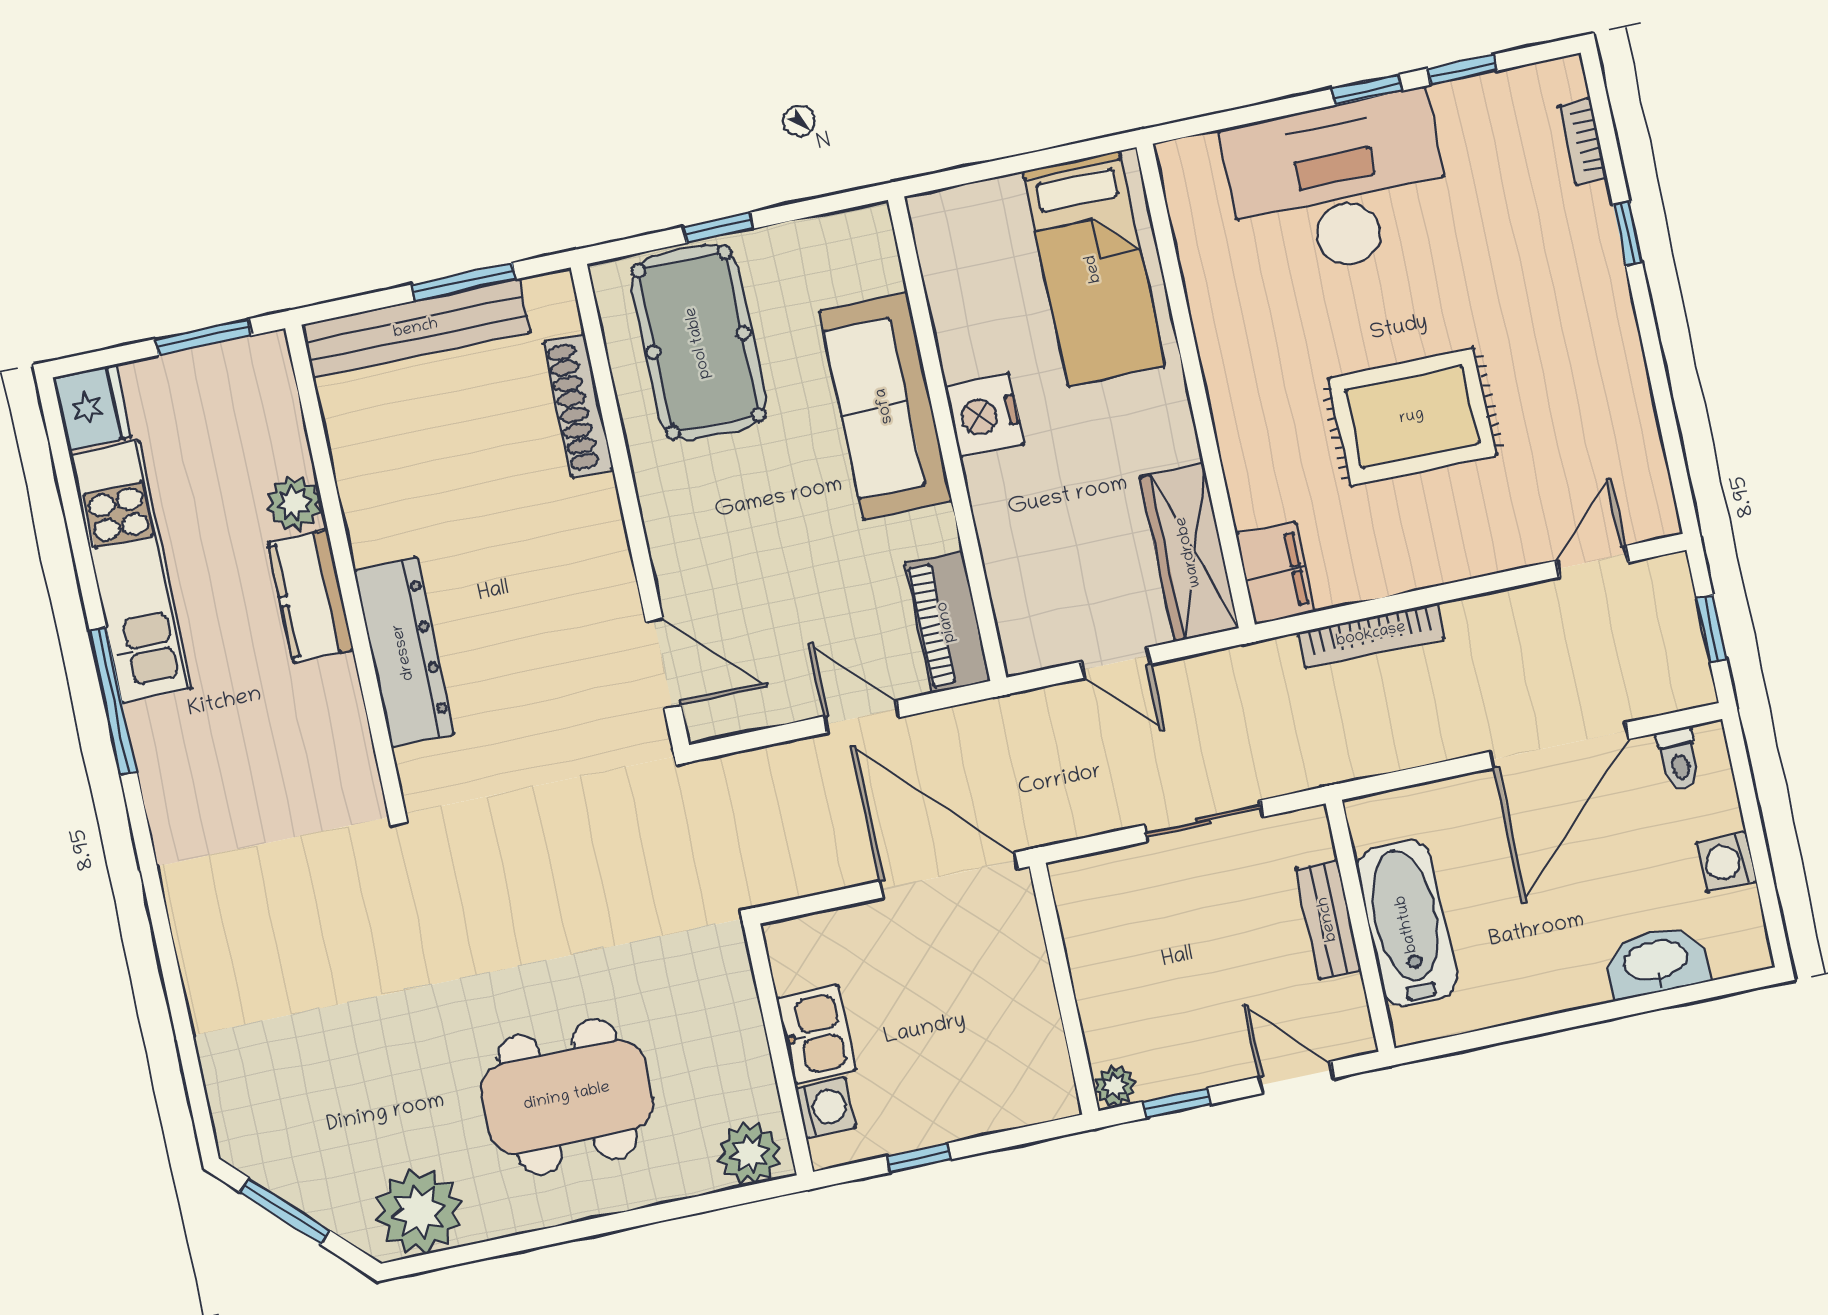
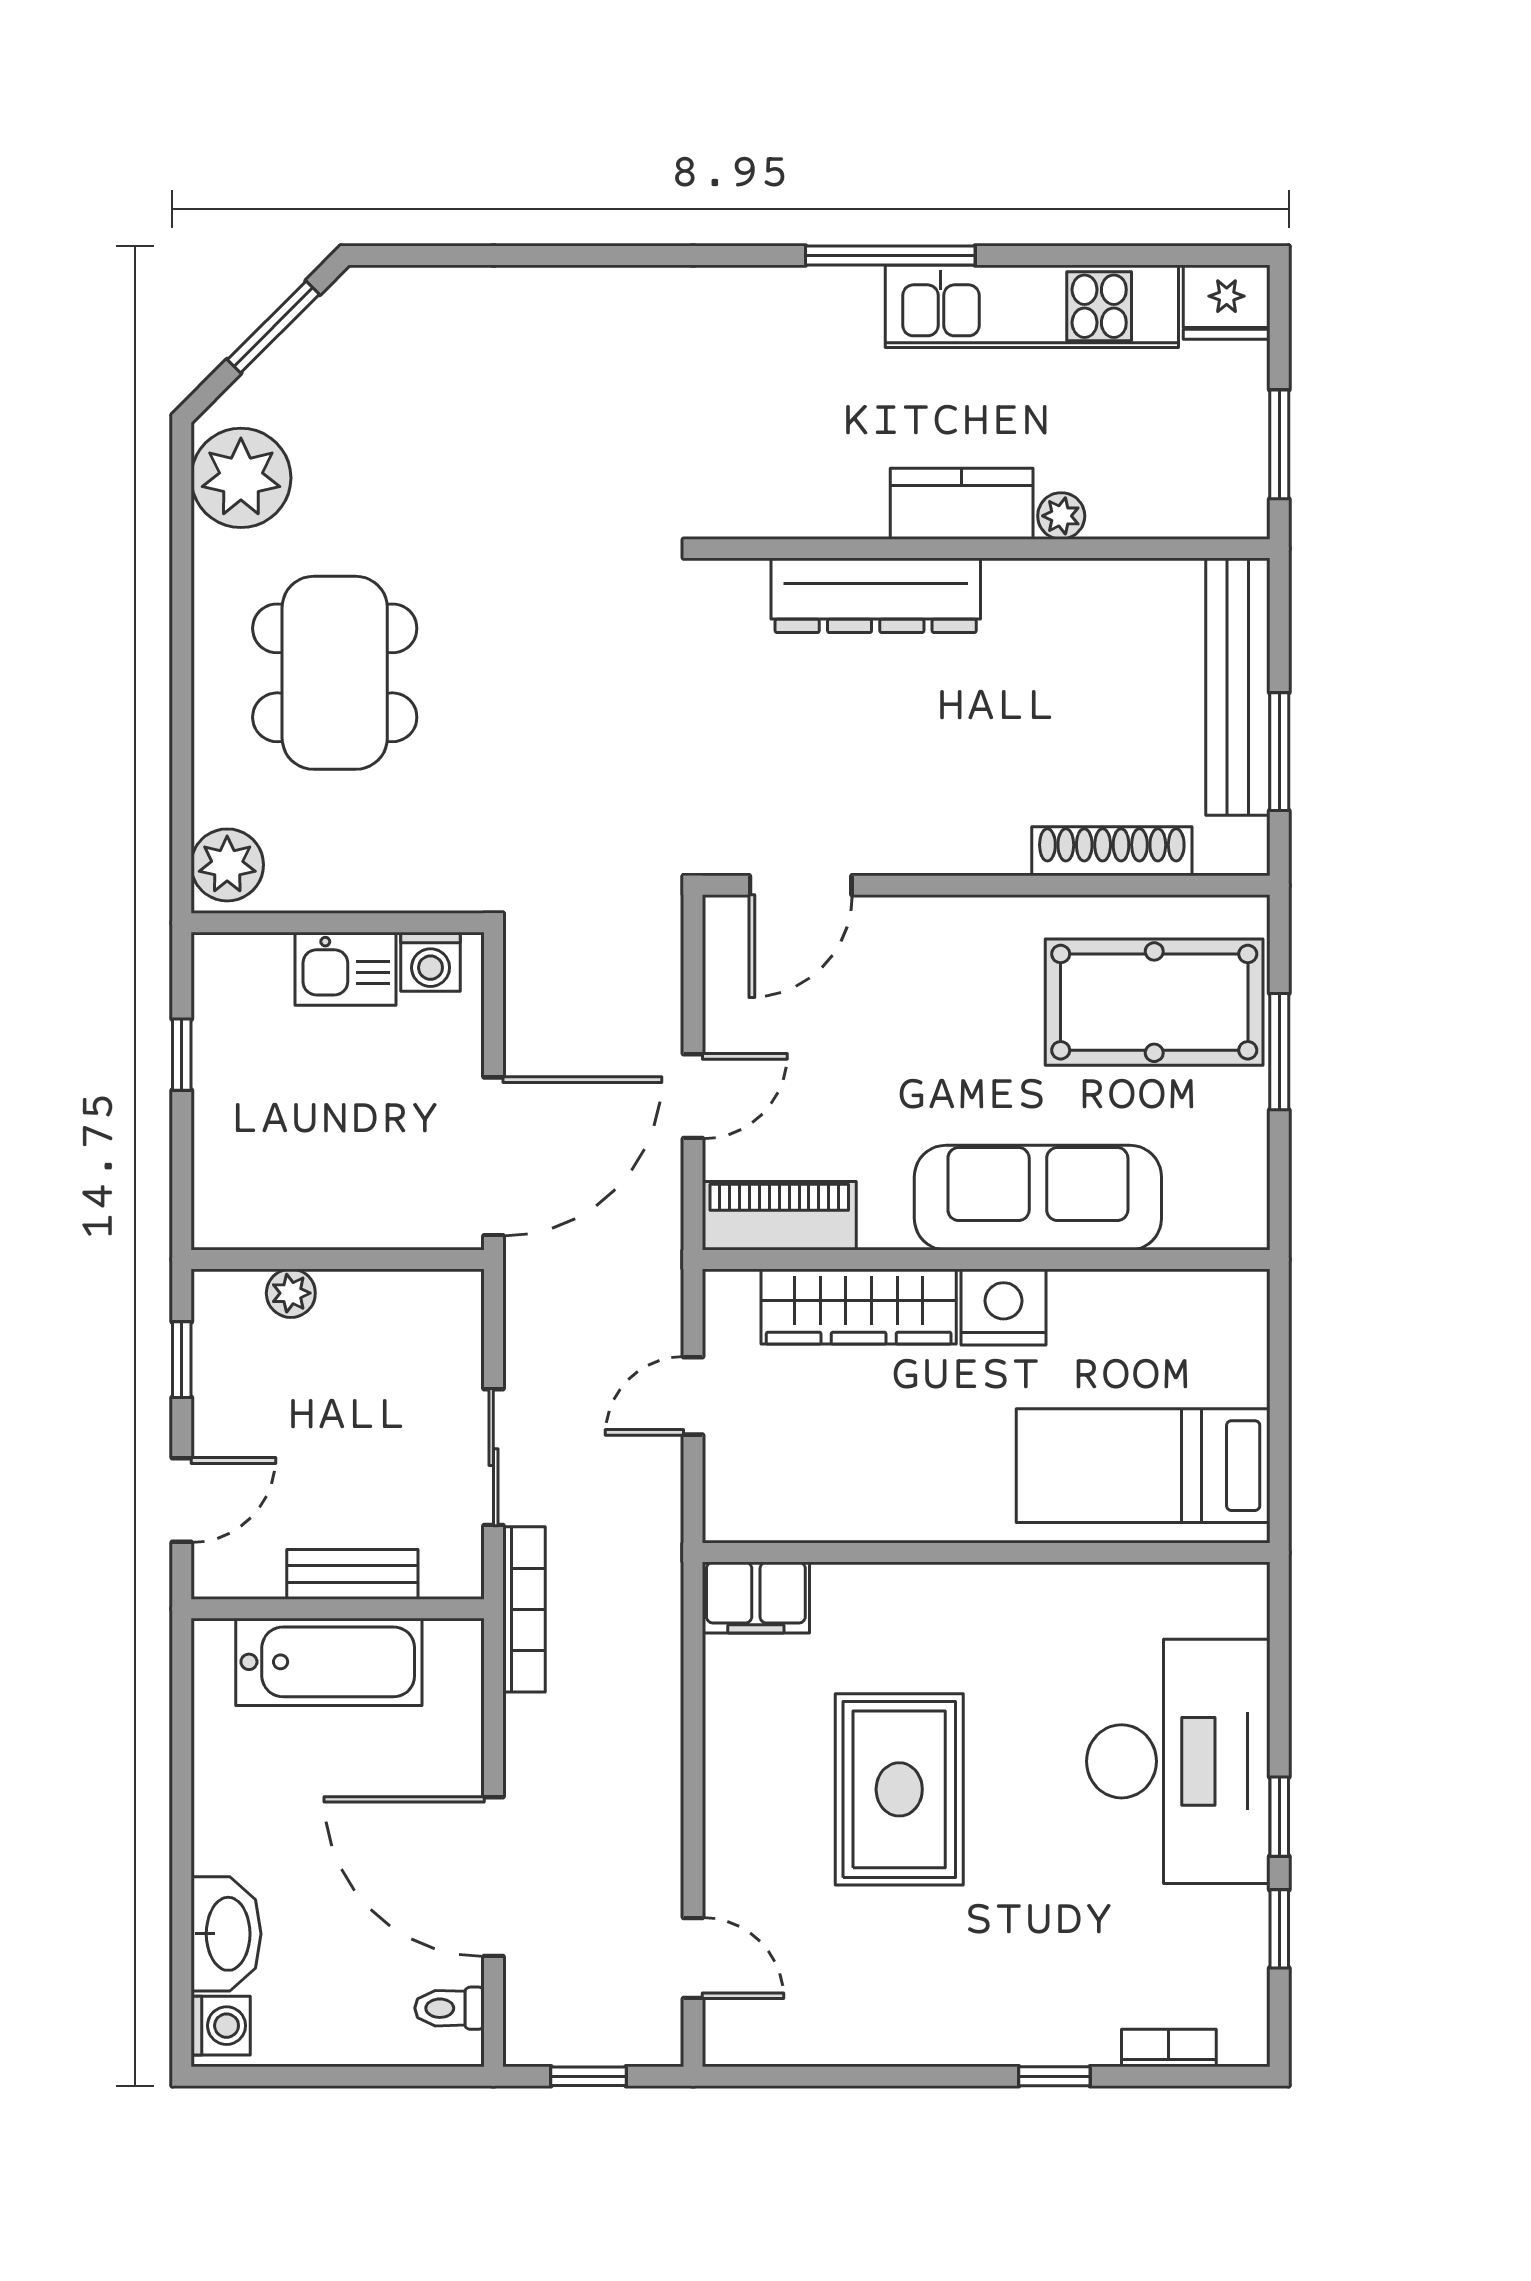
window: (718, 228) -> (1279, 1052), width x1.50
plant: (294, 503) -> (1061, 516), width x0.73, depth x0.73
wardrobe: (1189, 552) -> (859, 1307), moved, turned 180
bookcase: (1371, 635) -> (524, 1609), moved, turned 180
washing machine: (1727, 862) -> (221, 2026), moved, turned 90
plant: (1115, 1086) -> (291, 1293), moved
washing machine: (825, 1108) -> (431, 962), moved

